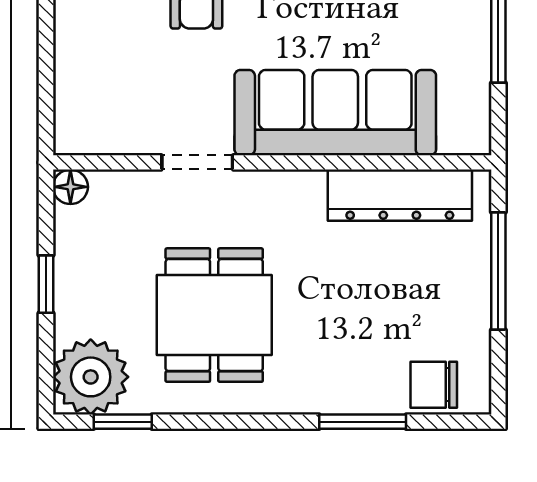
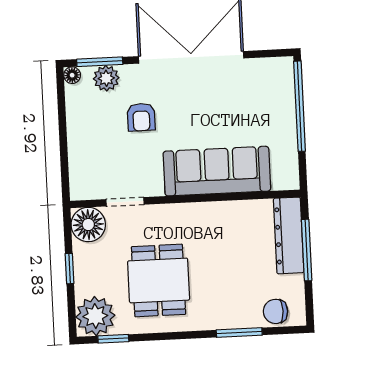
doorway: (197, 162) -> (125, 202), moved
floor lamp: (70, 187) -> (88, 225), width x1.89, depth x1.89
dresser: (400, 195) -> (289, 235), moved, turned 90

